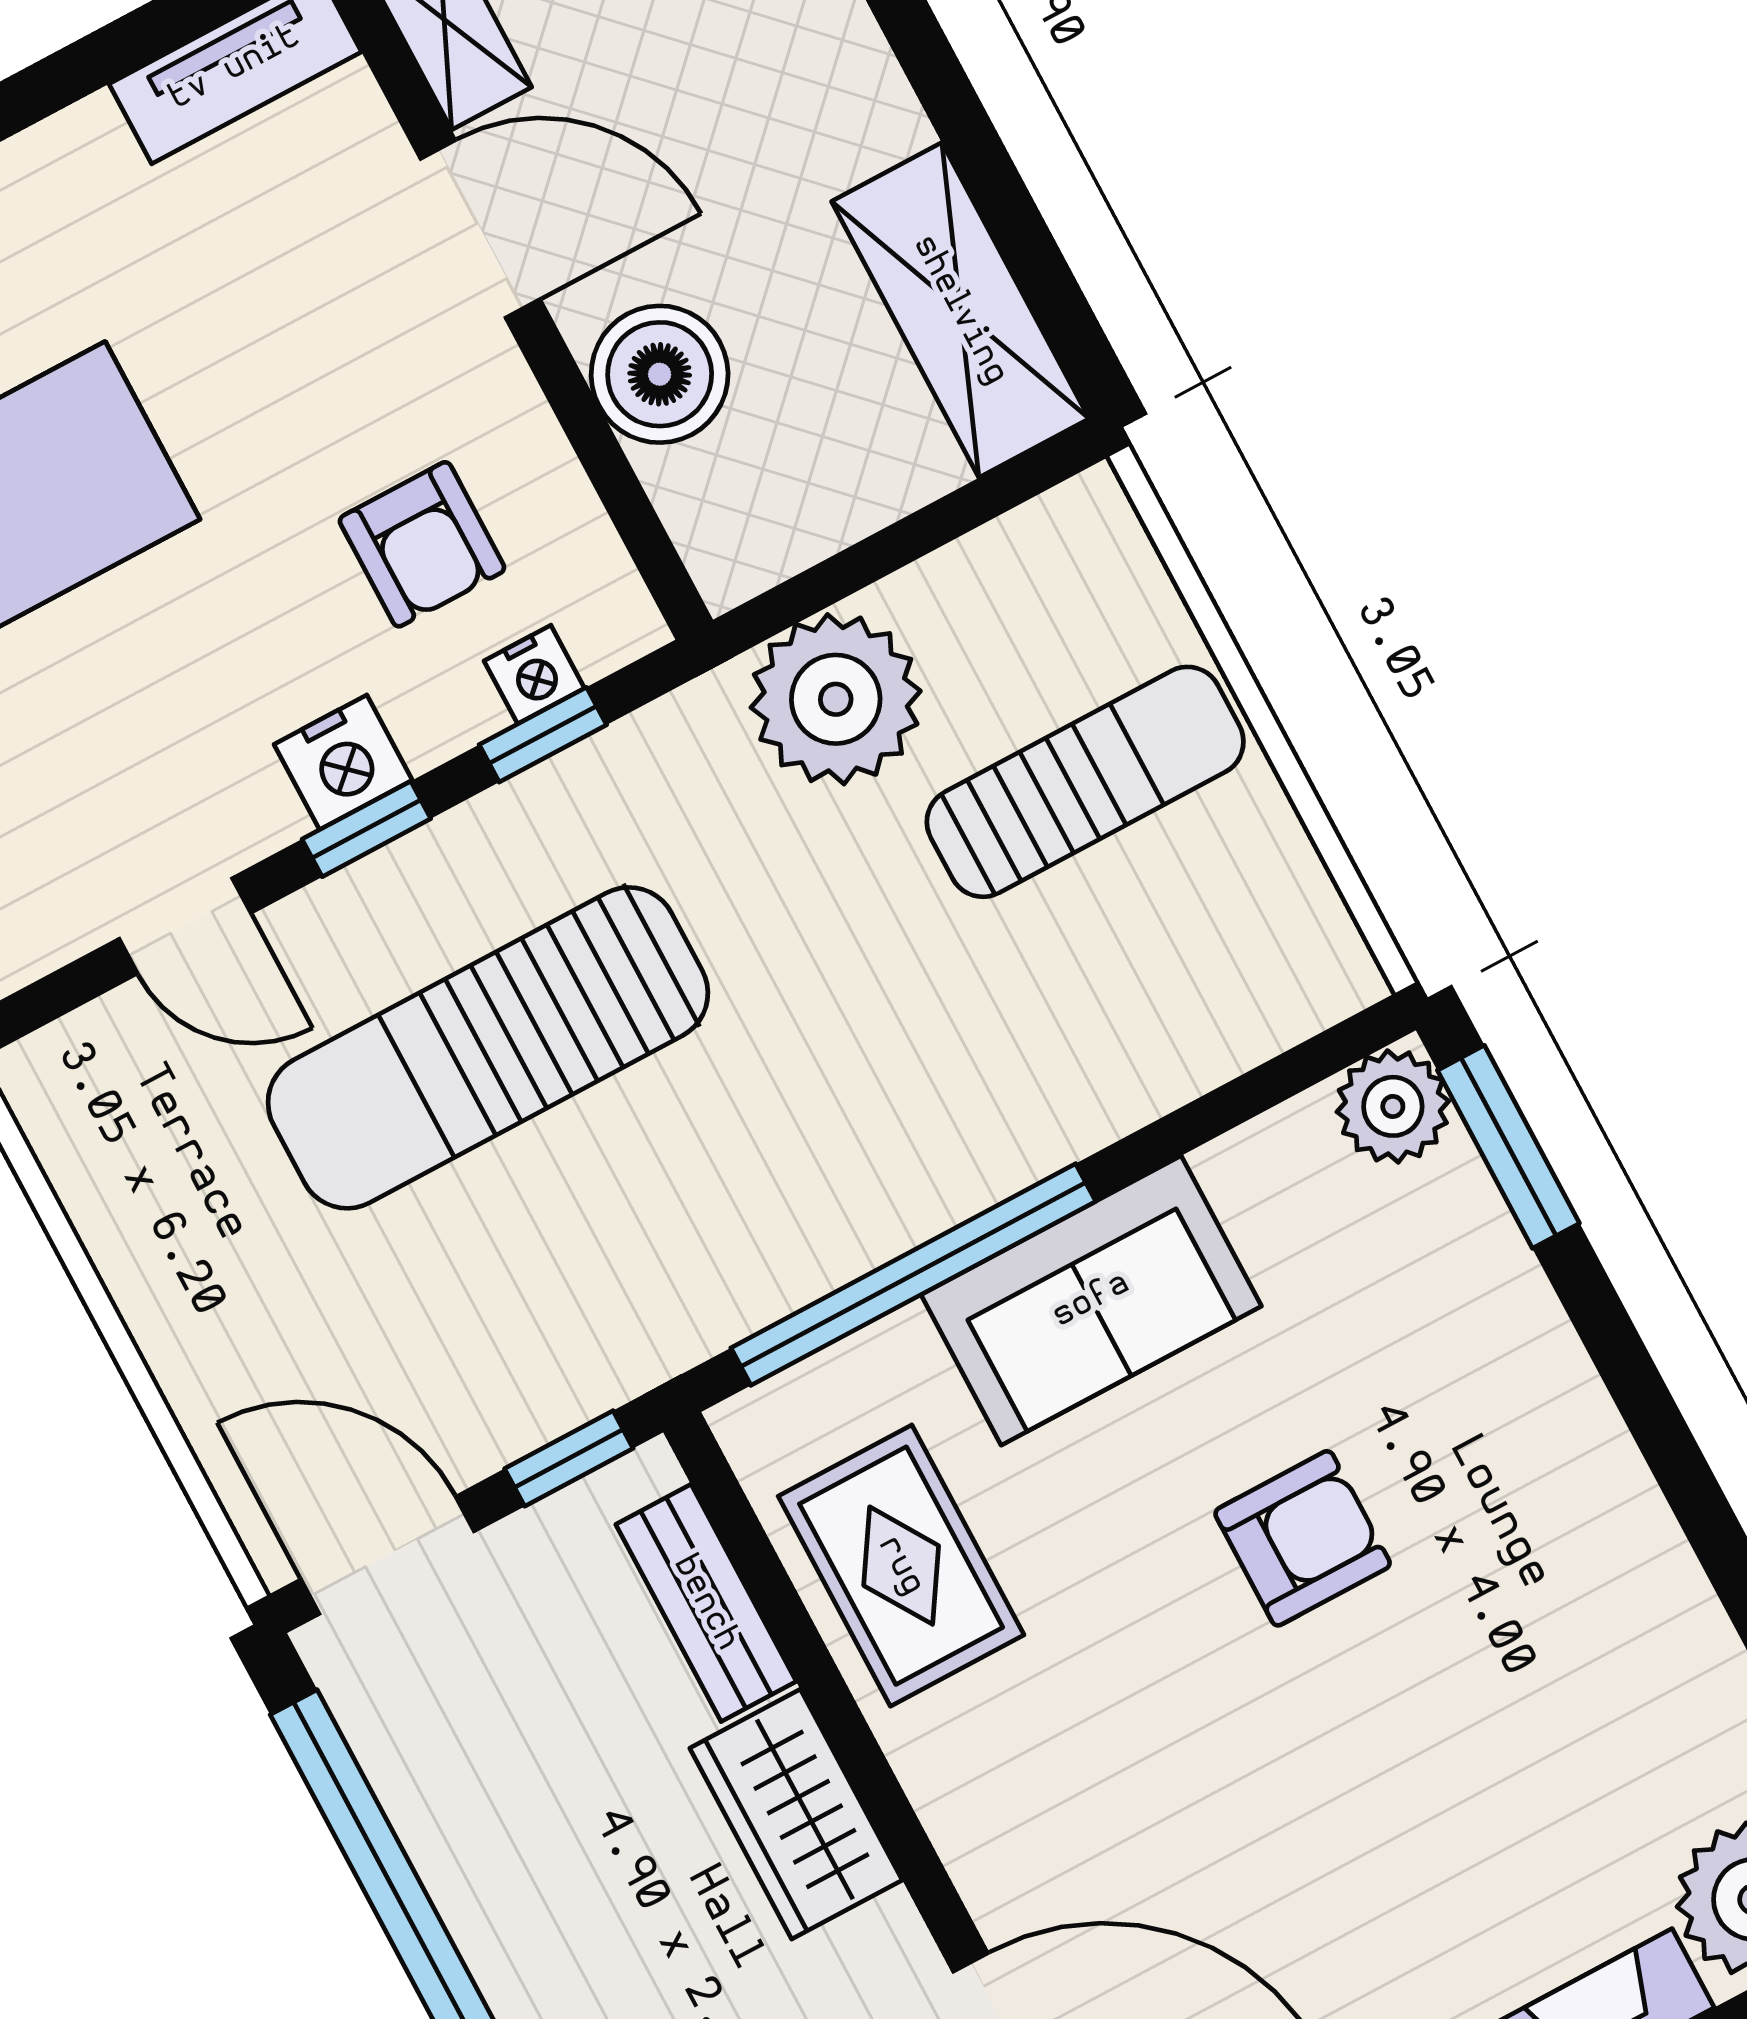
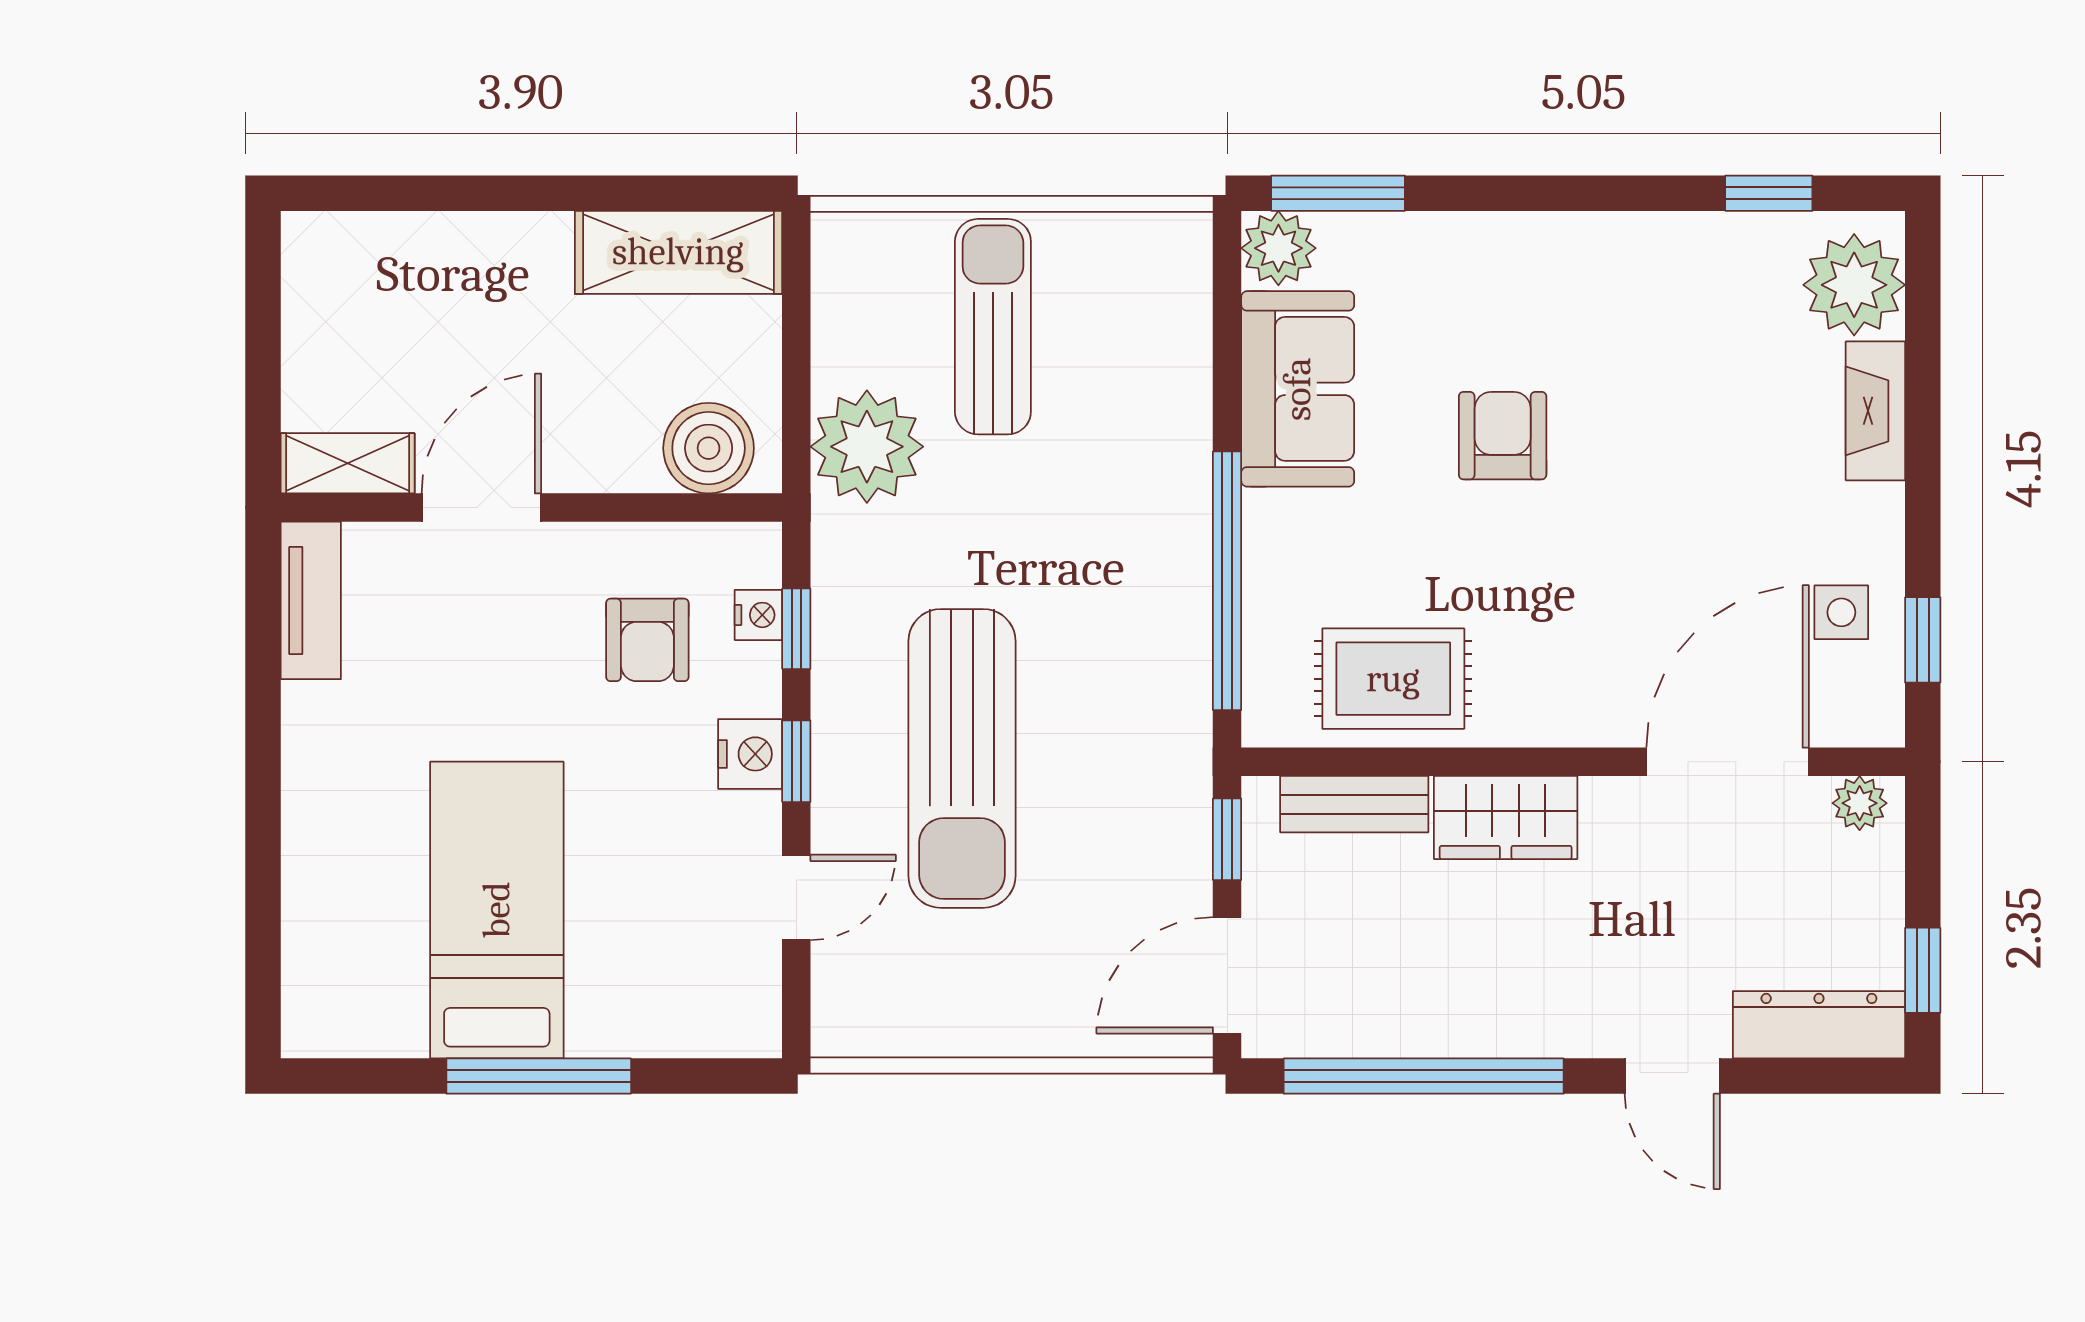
boiler: (660, 374) -> (709, 448), moved
armchair: (422, 544) -> (647, 640), turned 90
sofa: (1091, 1300) -> (1298, 389), moved

